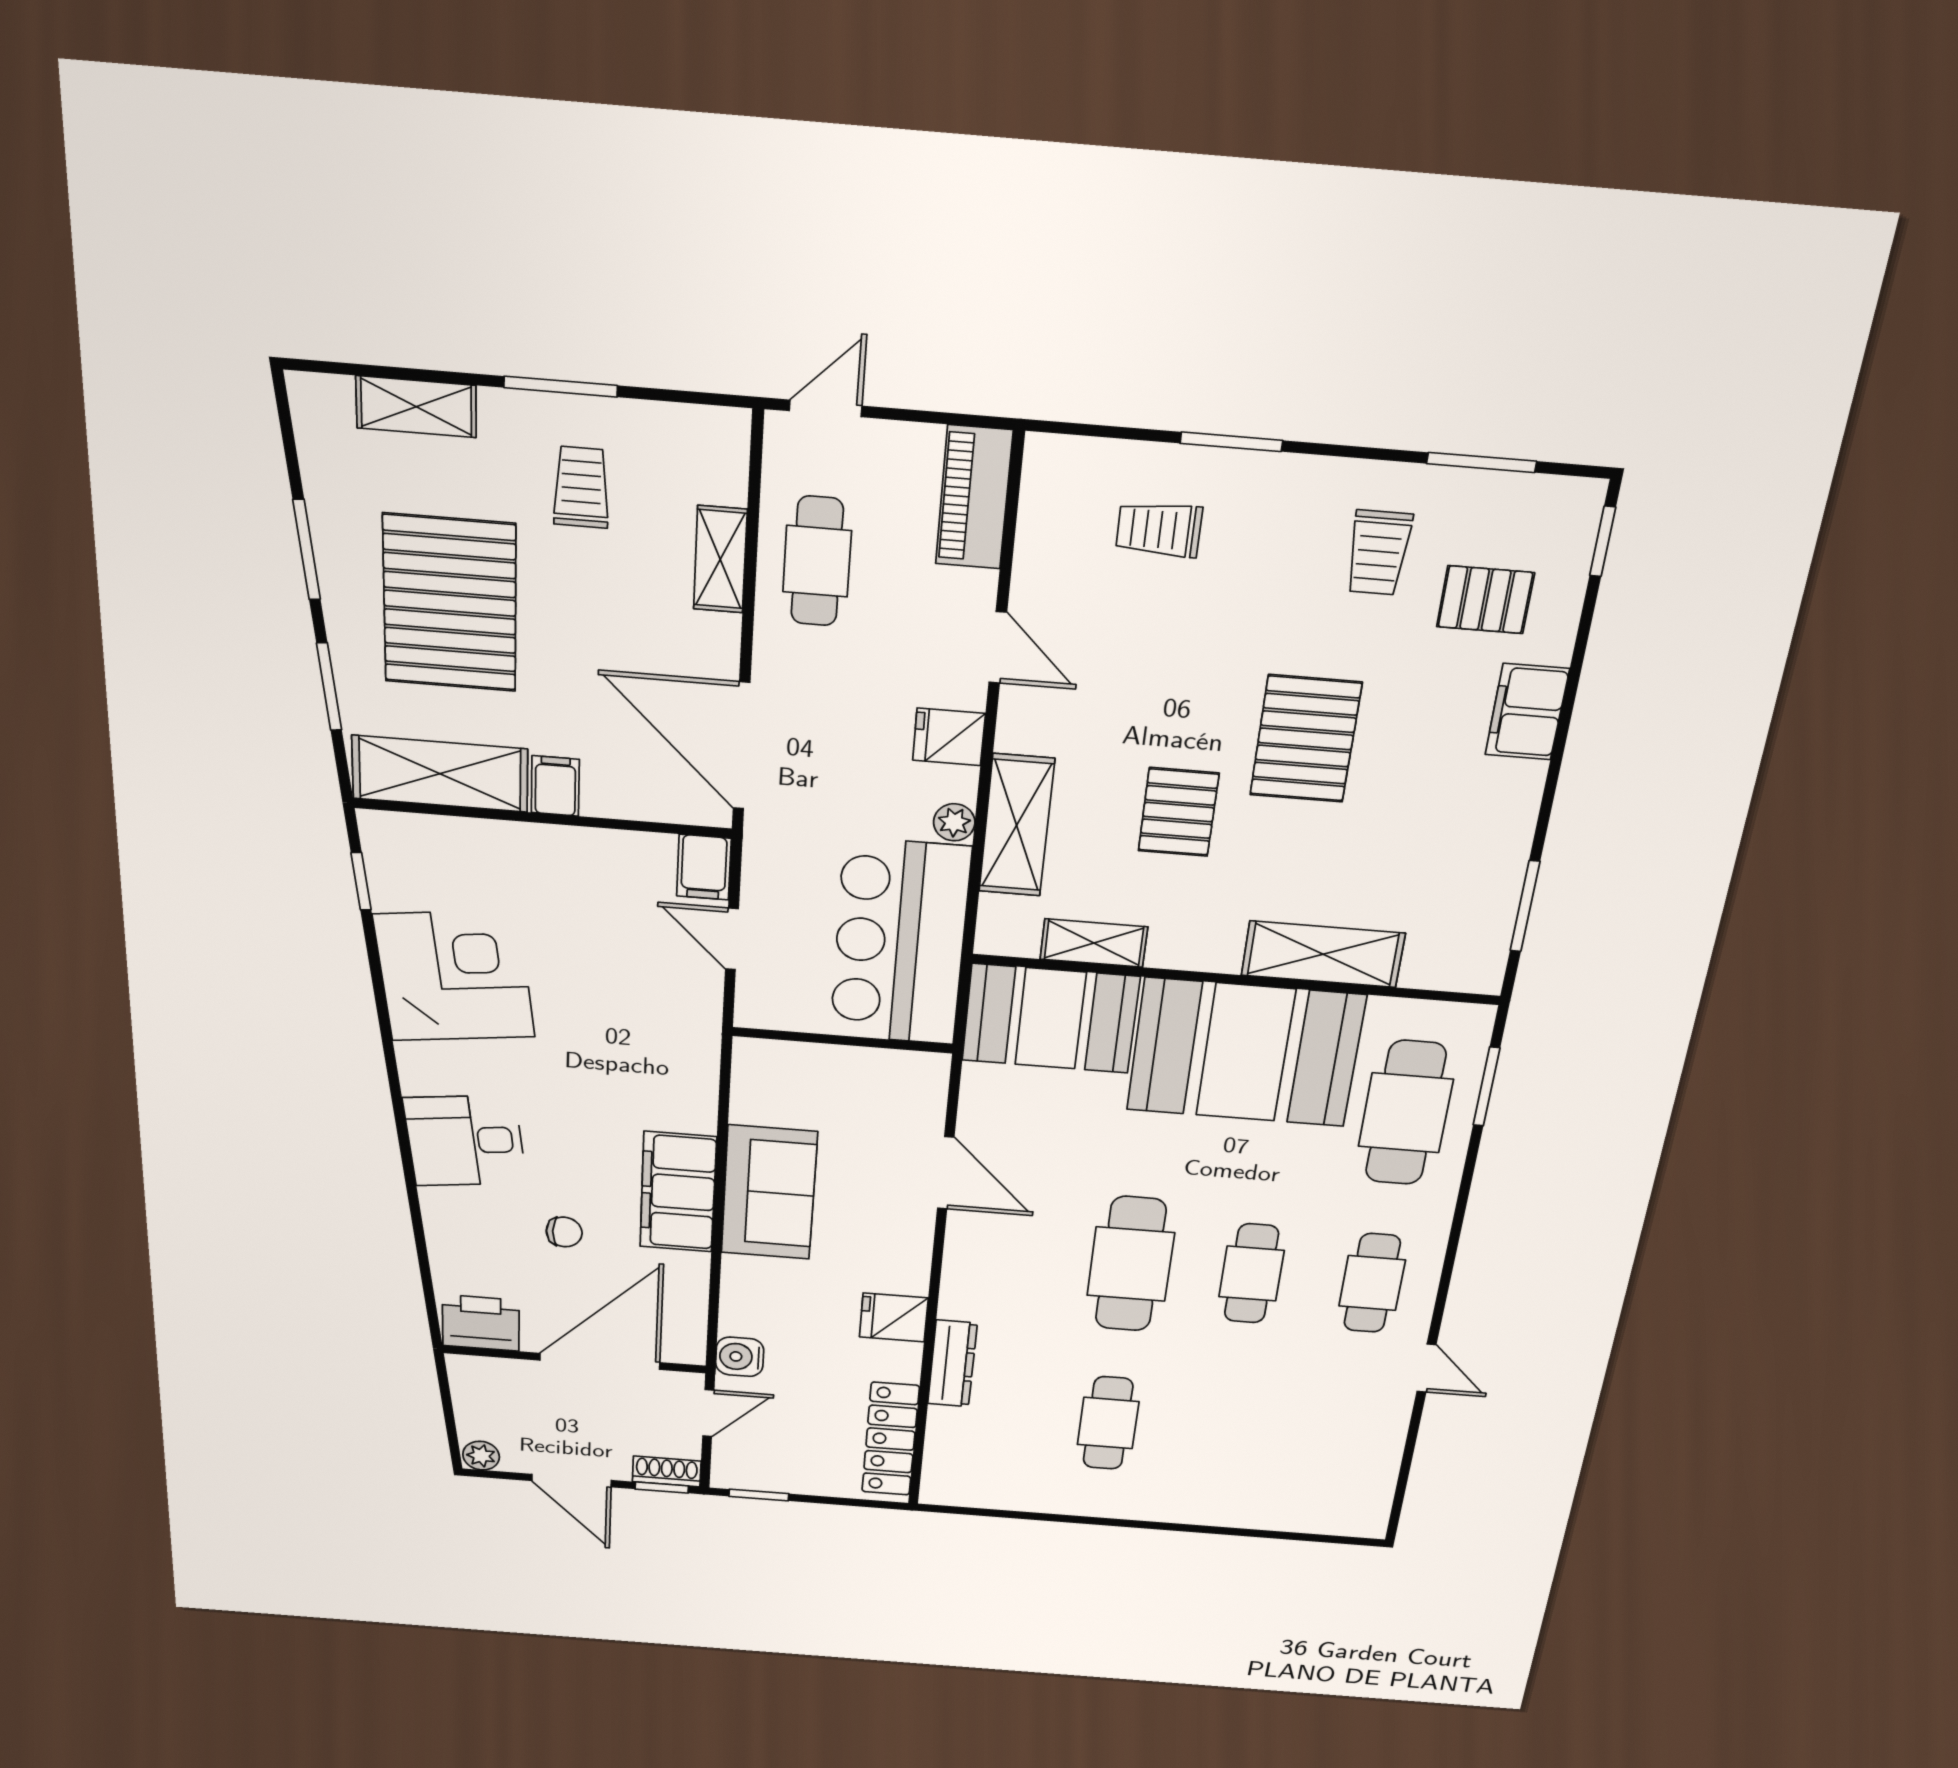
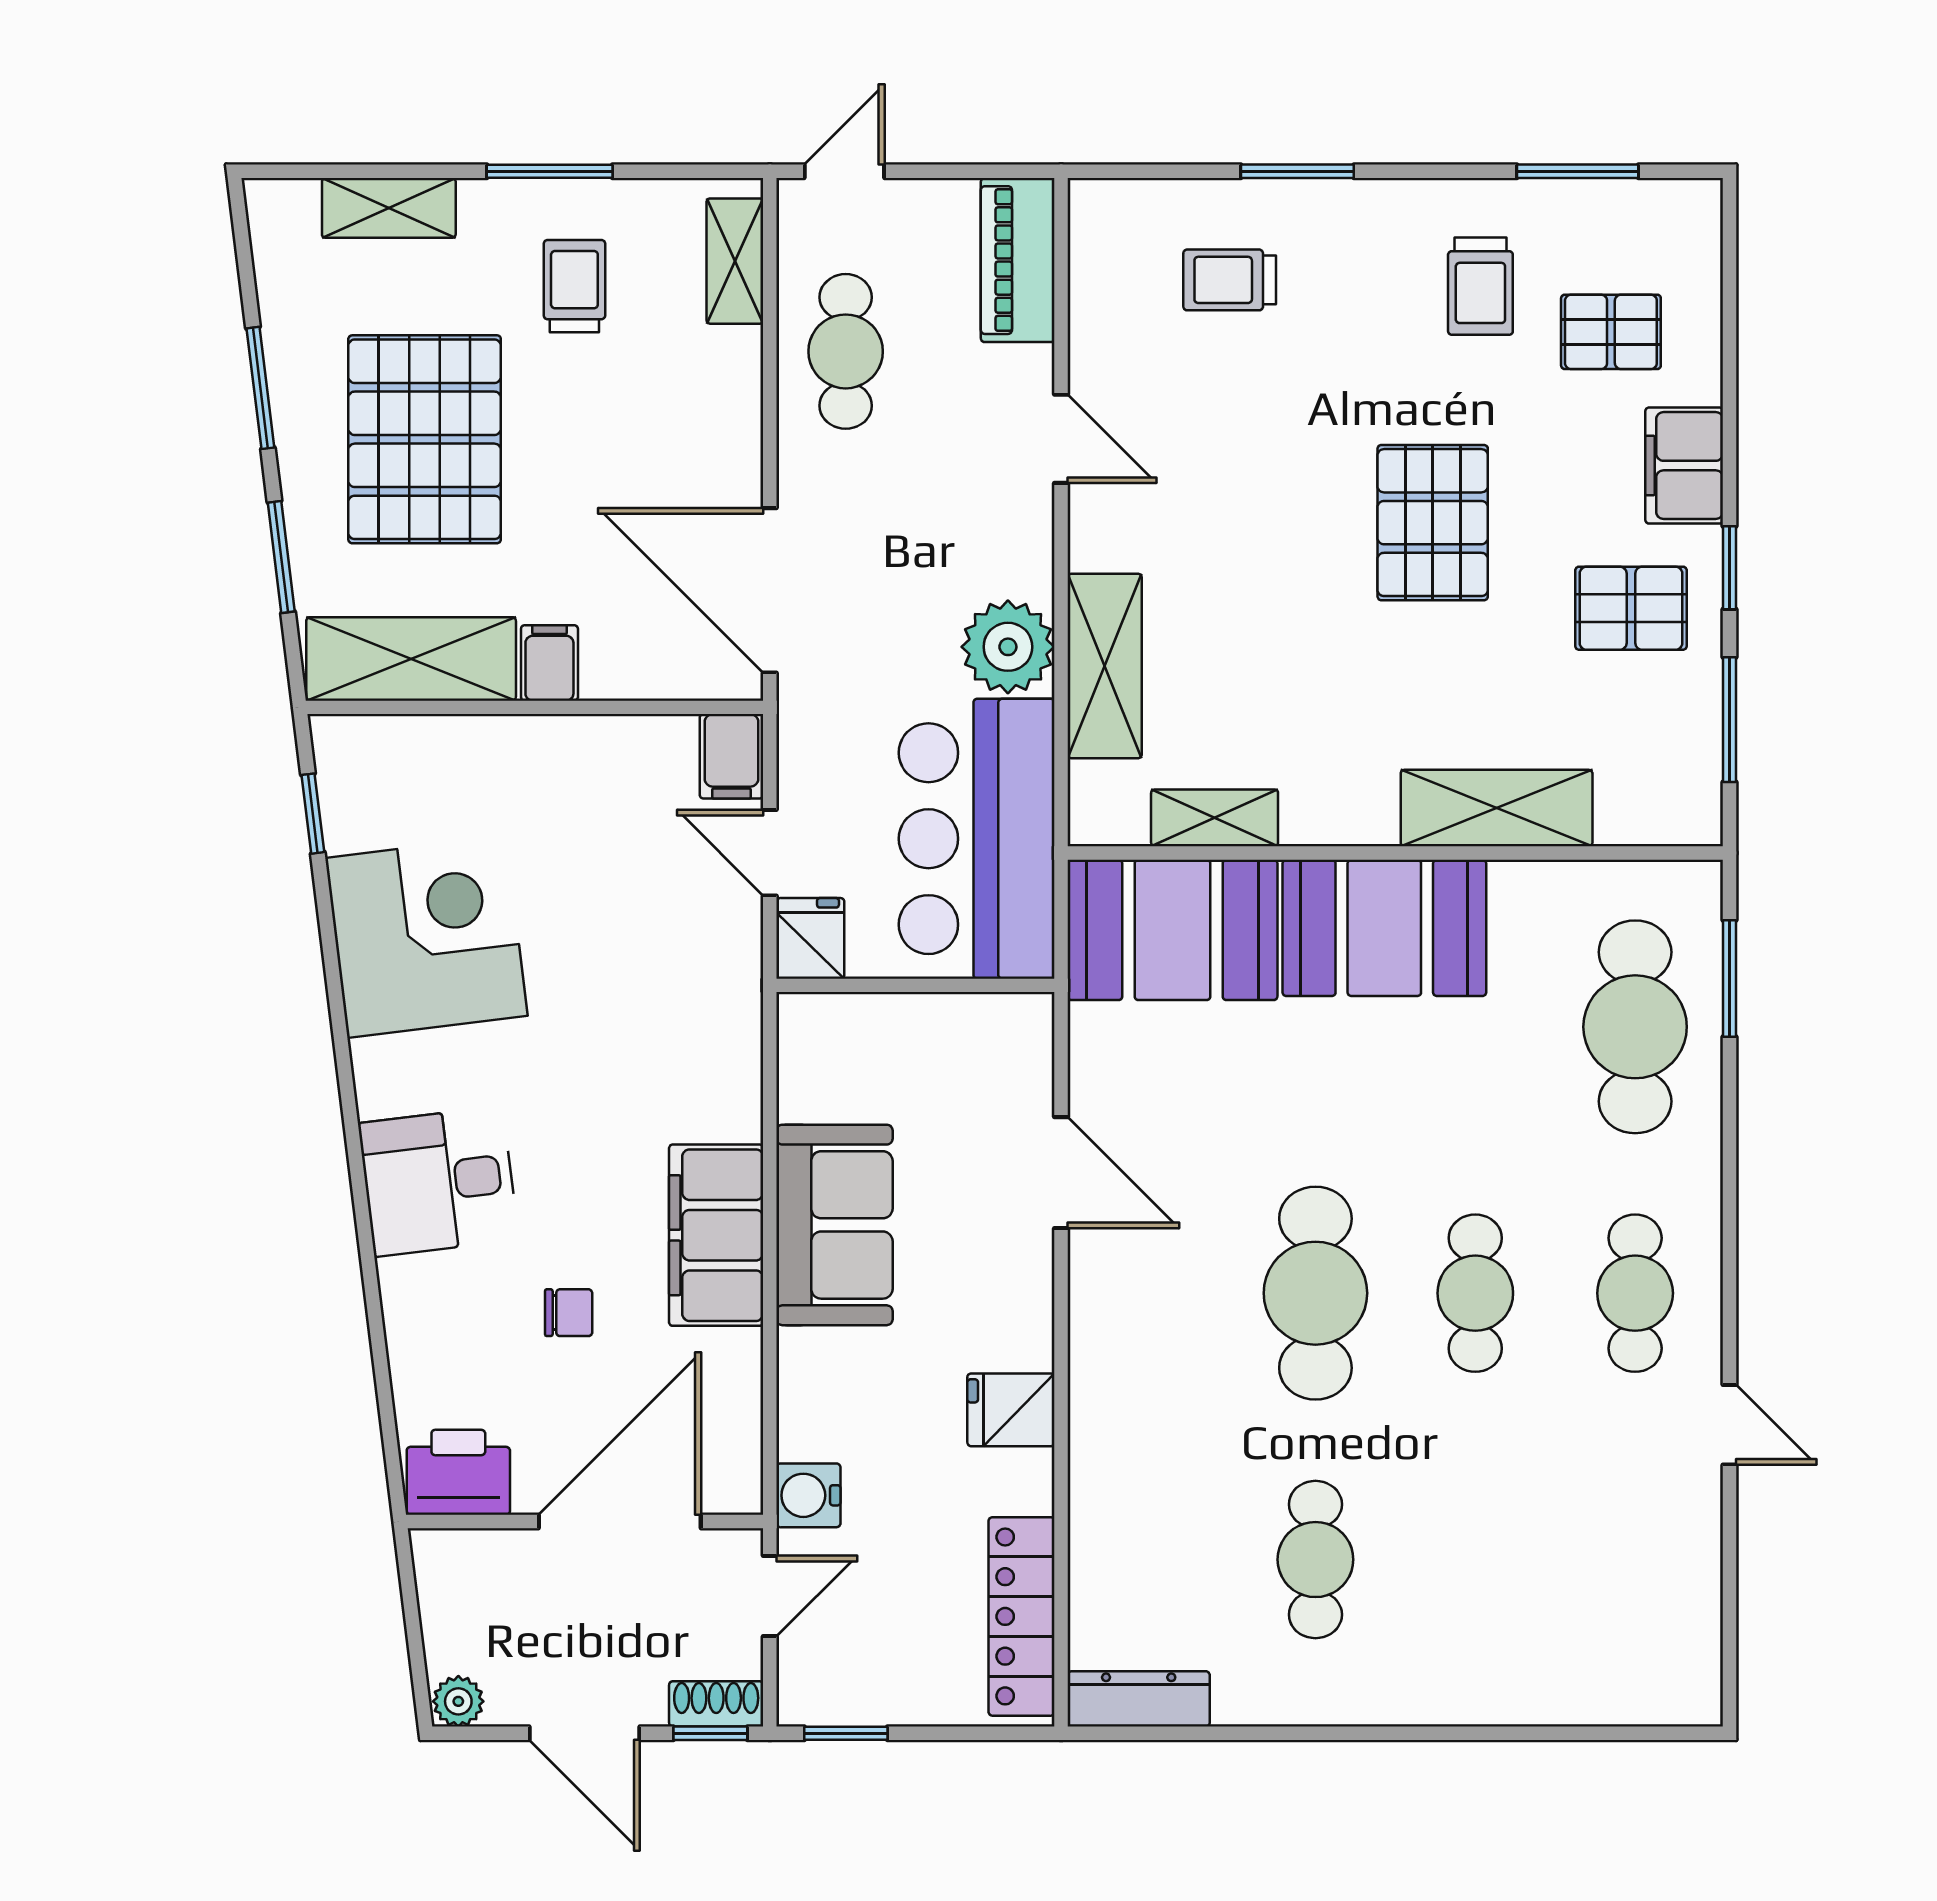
window: (1603, 541) -> (1730, 568), moved
shelving: (720, 559) -> (735, 261), moved
fridge: (949, 737) -> (810, 938), moved, turned 90
pallet: (1179, 812) -> (1631, 608), moved, turned 90
plant: (954, 822) -> (1008, 647), width x1.88, depth x1.88
booth: (1245, 1053) -> (1384, 928), width x0.73, depth x0.70
dresser: (952, 1364) -> (1139, 1699), moved, turned -90

